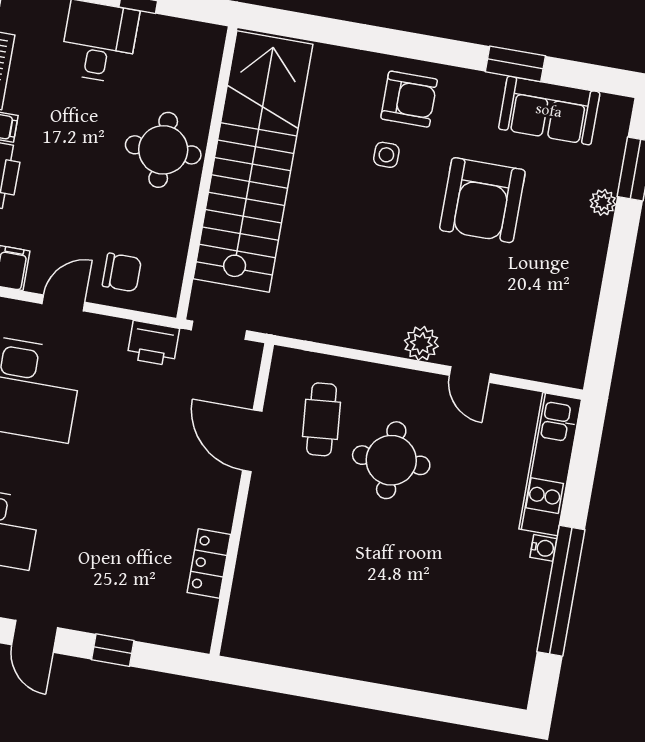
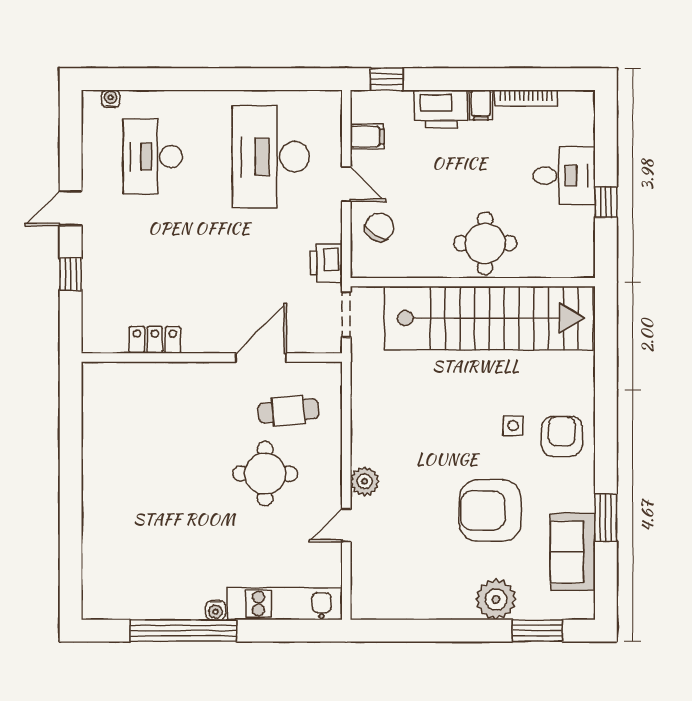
armchair: (409, 99) -> (562, 436), turned 180
plant: (603, 202) -> (496, 599), width x1.87, depth x1.87
chair: (122, 272) -> (379, 227), turned -147

